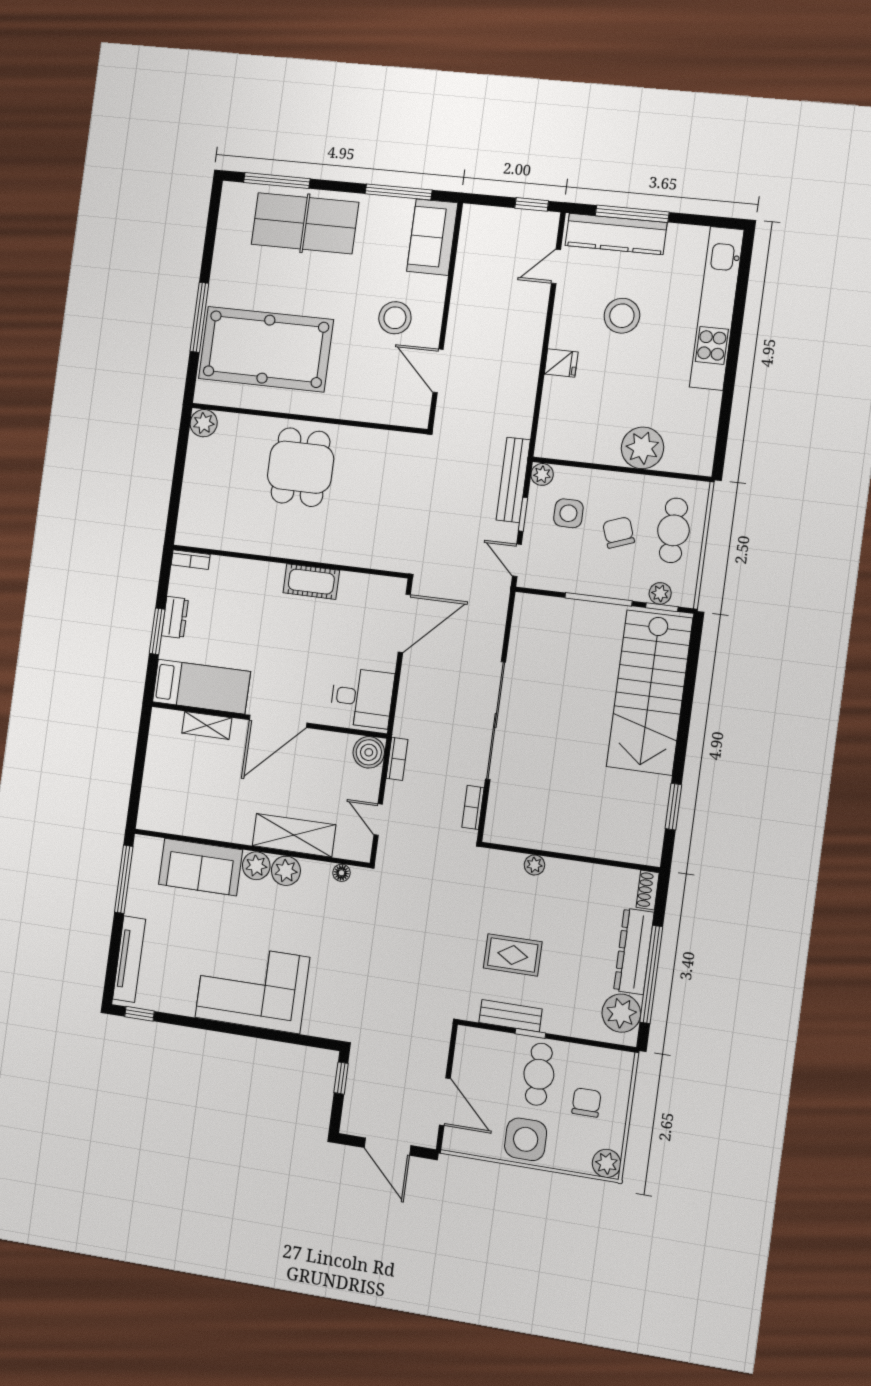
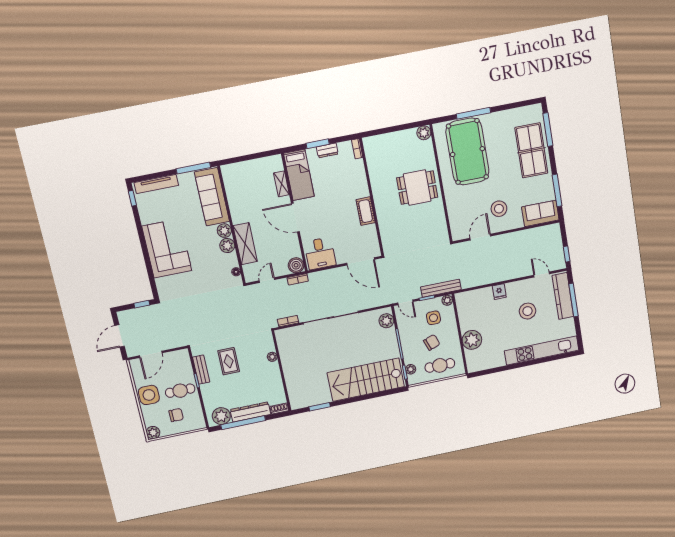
door: (517, 560) -> (405, 302), swing flipped
plant: (541, 611) -> (386, 321), added
sofa: (201, 867) -> (212, 197), width x1.36

